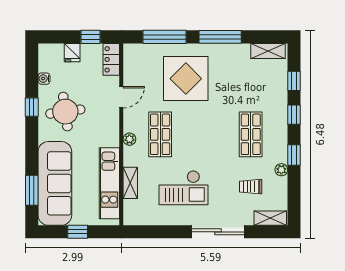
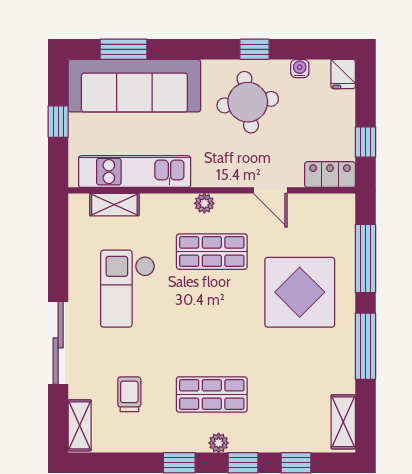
fridge: (72, 53) -> (343, 74), moved, turned -90
plant: (281, 170) -> (219, 443), moved
shelving: (130, 183) -> (114, 205), moved

